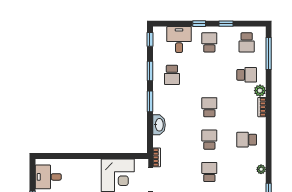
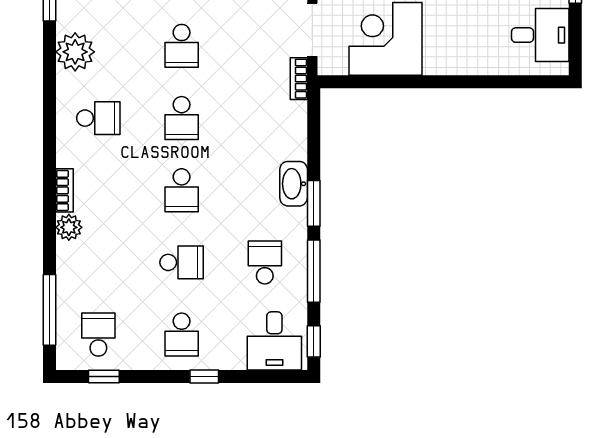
window: (226, 24) -> (104, 376), moved
desk: (179, 40) -> (274, 341), moved
window: (150, 71) -> (314, 271), width x1.44
school desk: (247, 75) -> (182, 262), moved, turned 180
washbasin: (159, 125) -> (294, 184), moved
plant: (261, 169) -> (75, 52), width x1.87, depth x1.87

